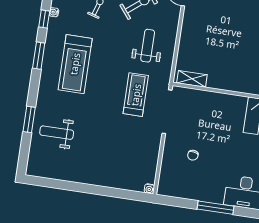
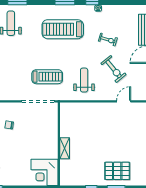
weight bench: (148, 46) -> (84, 80), turned -90
shelving: (192, 79) -> (65, 148), moved

